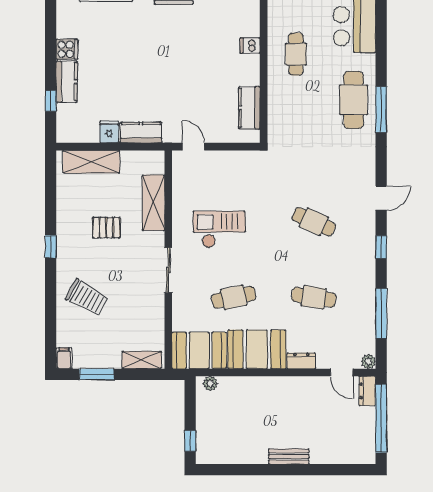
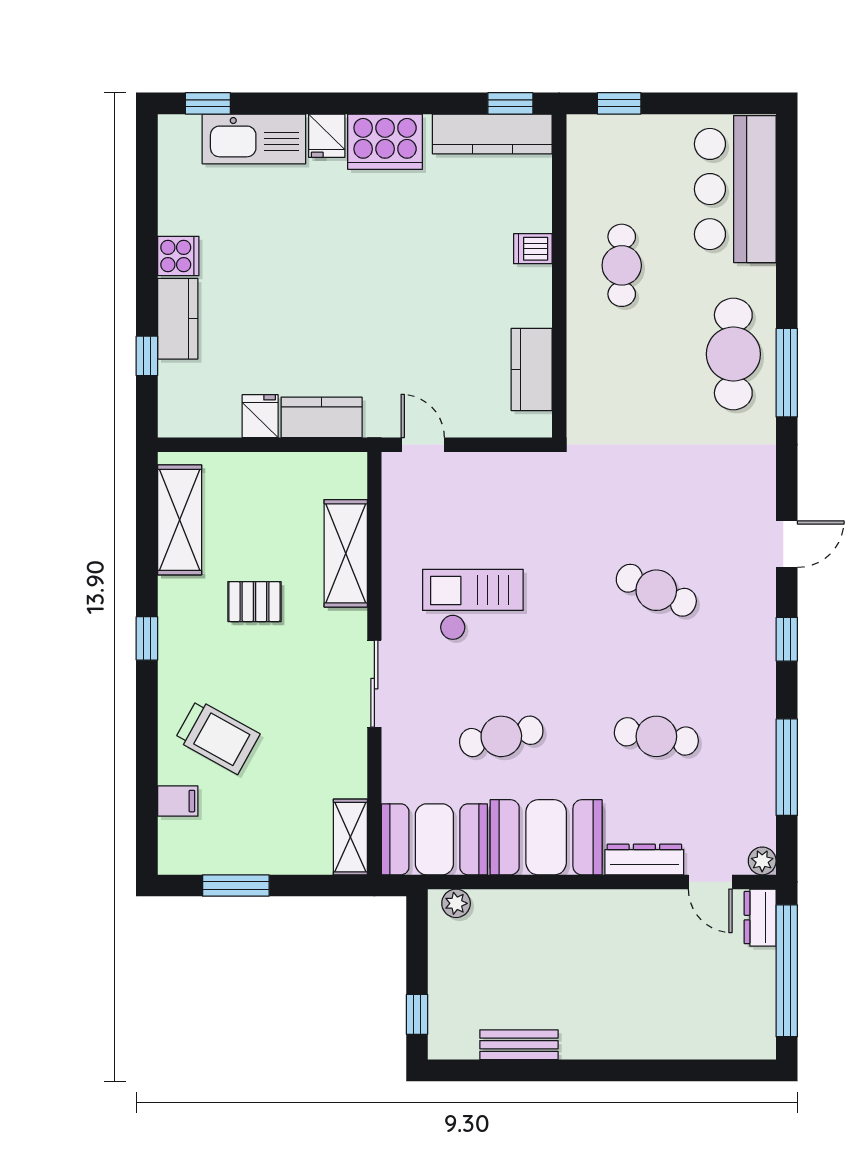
shelving: (91, 162) -> (180, 520), moved, turned 90
filing cabinet: (64, 358) -> (178, 801), moved, turned 90
shelving: (142, 360) -> (350, 837), moved, turned 90
dresser: (301, 361) -> (644, 859), width x1.44
bench: (289, 456) -> (519, 1045), moved

